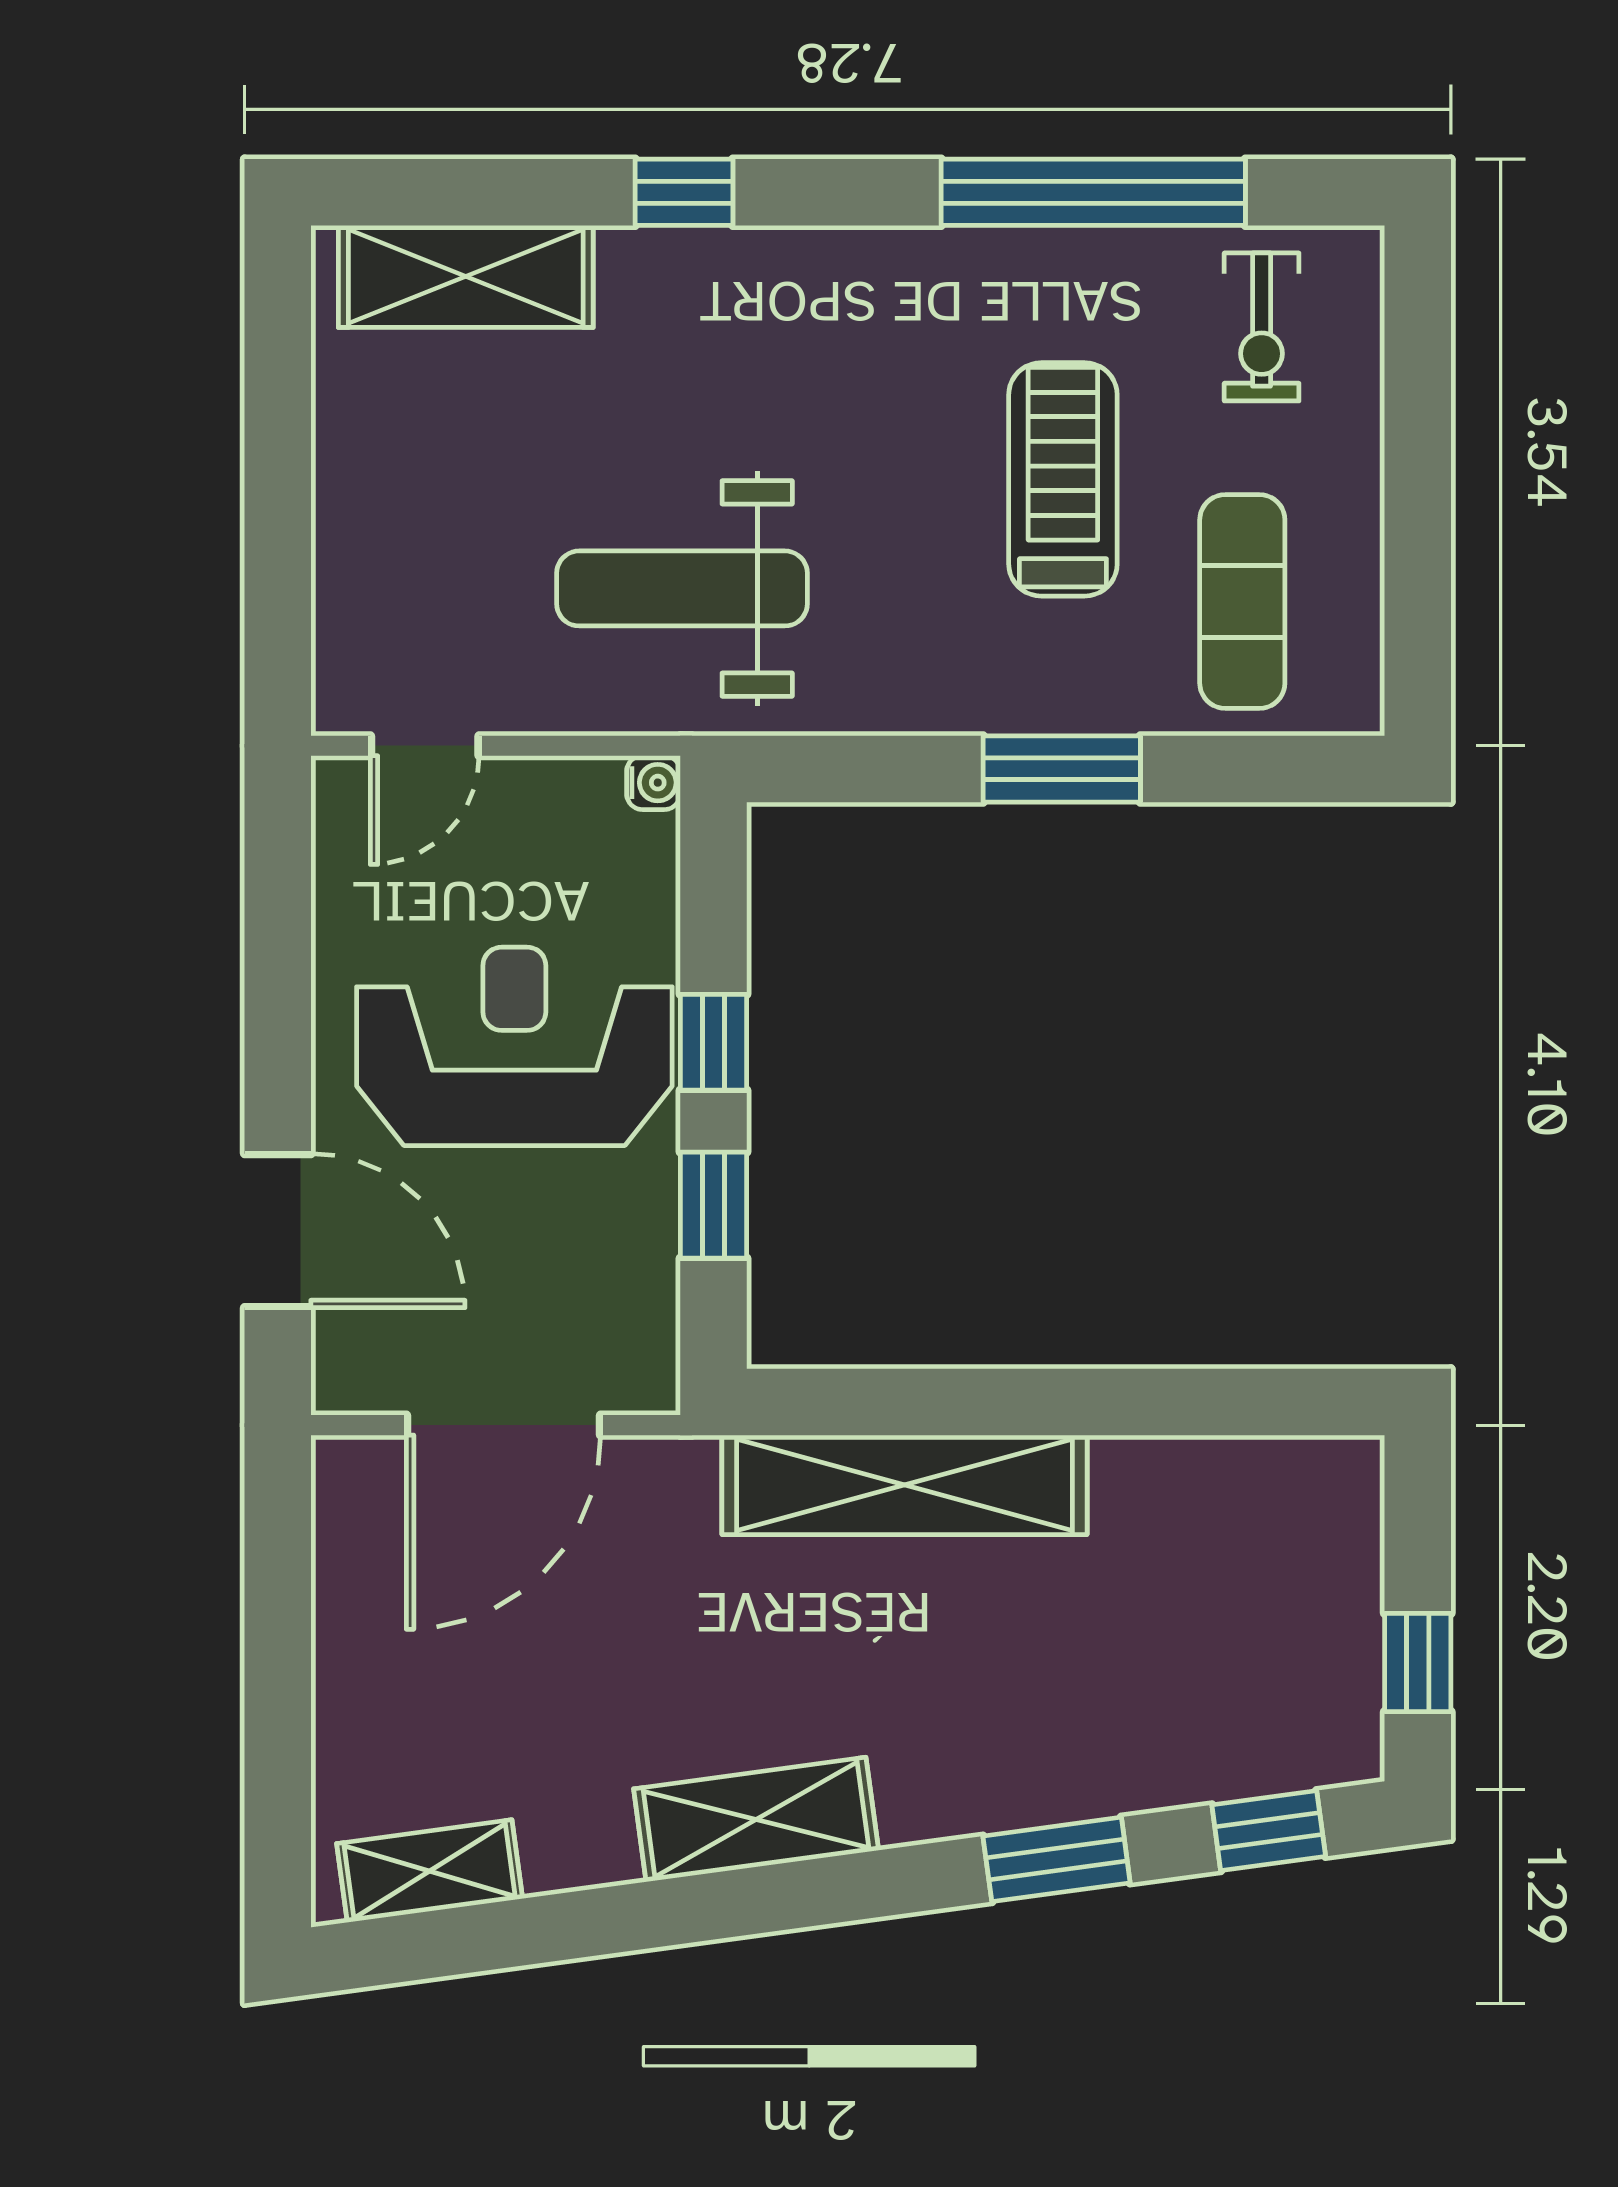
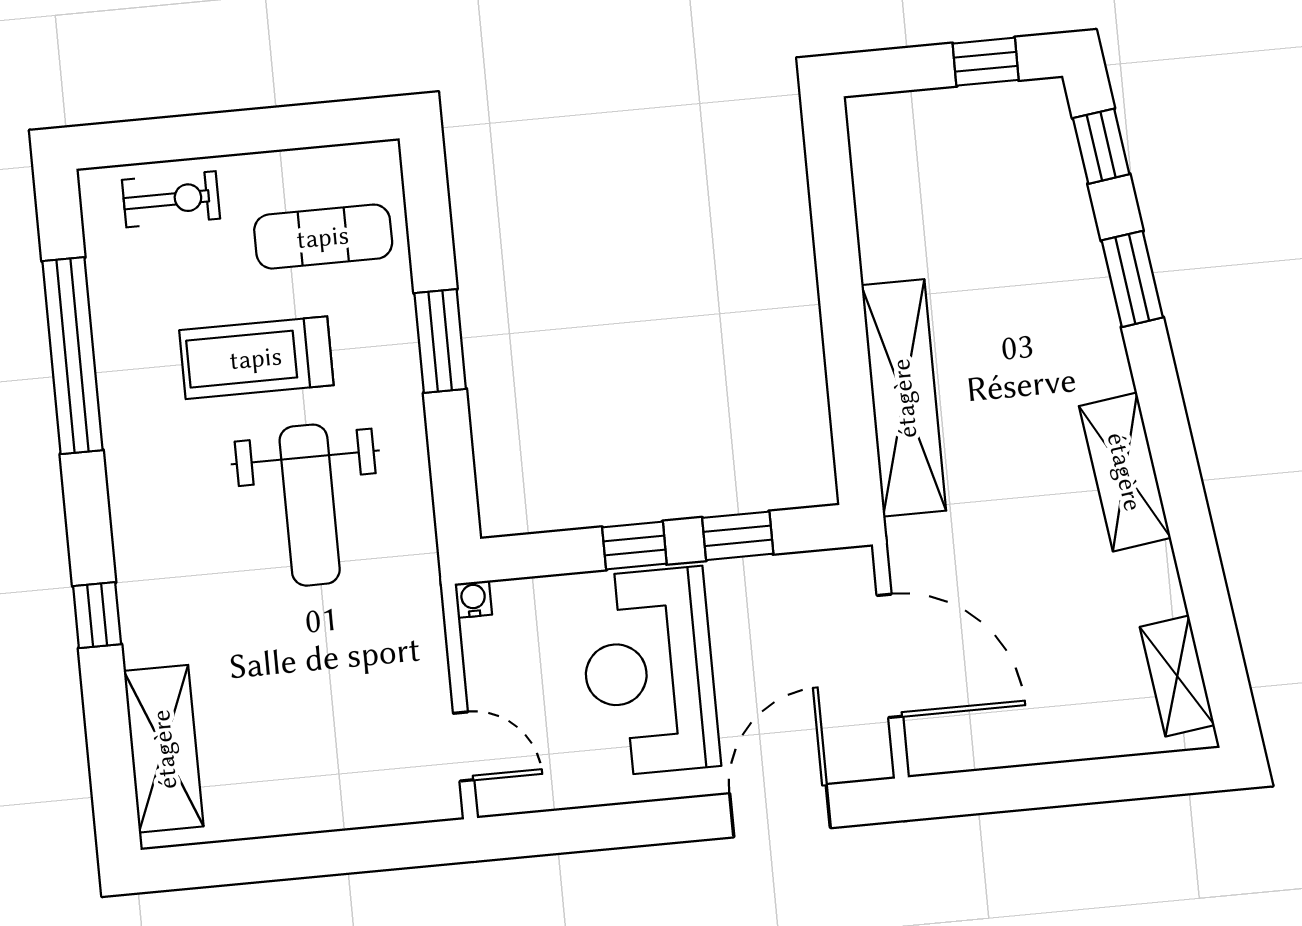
exercise bike: (1262, 327) -> (171, 199), moved
weight bench: (682, 588) -> (310, 505), moved

